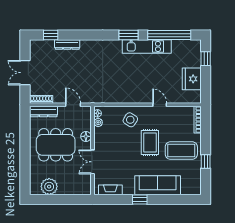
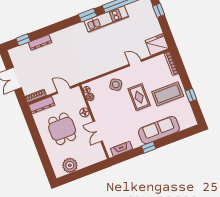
fridge: (192, 79) -> (157, 44), moved, turned 90
dining table: (56, 145) -> (62, 129), width x0.73

